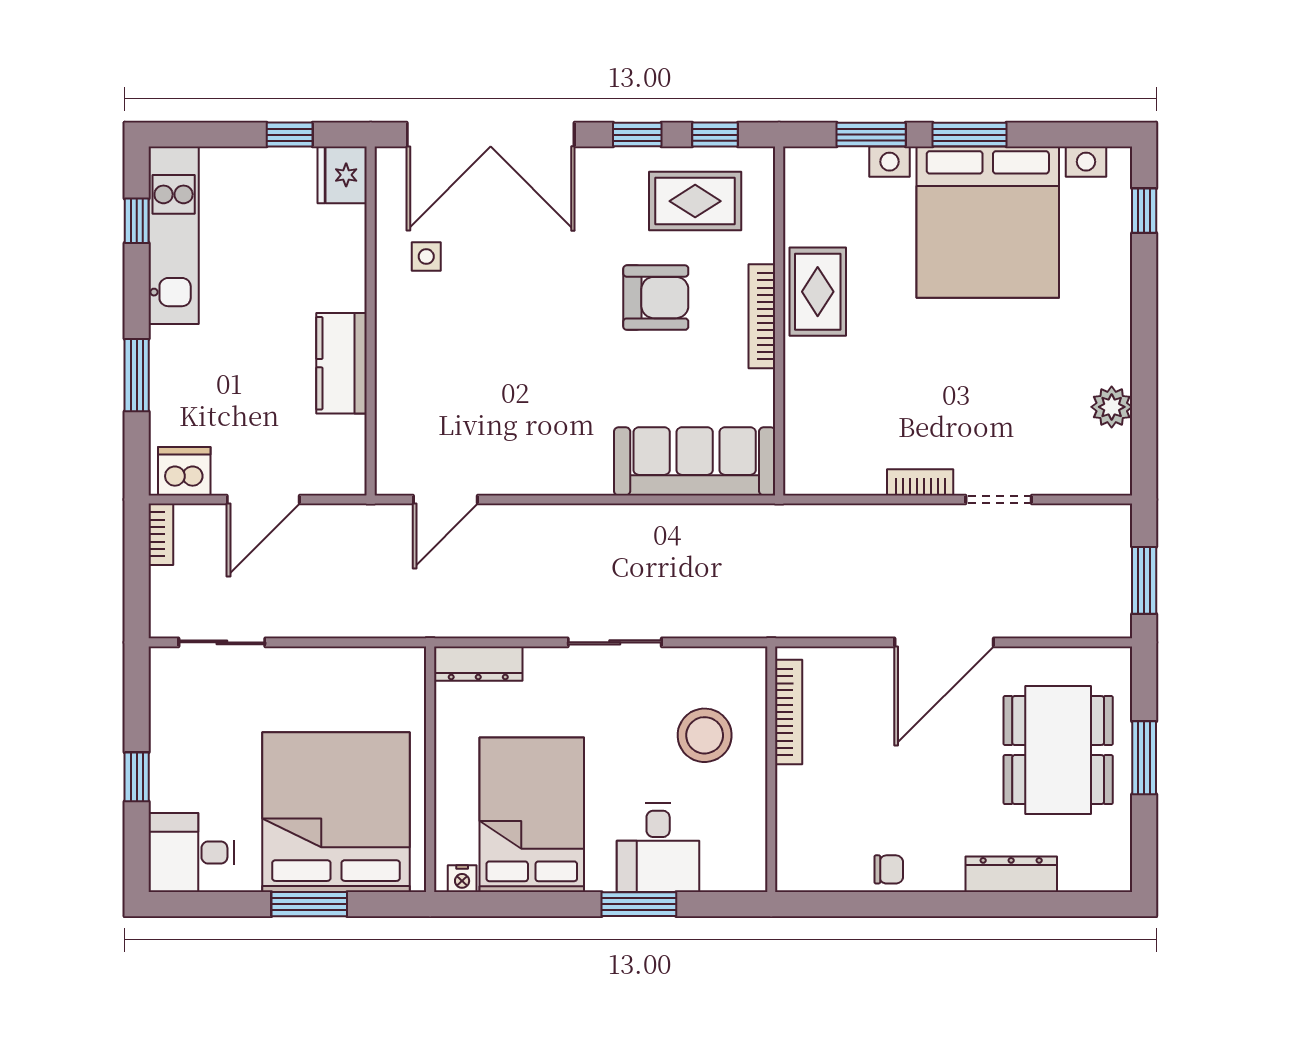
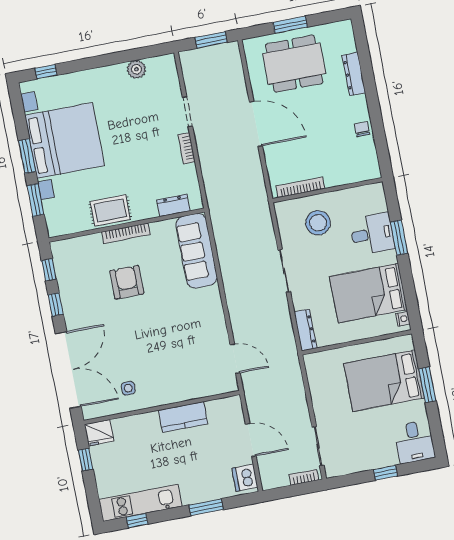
rug: (695, 201) -> (80, 273), removed
dresser: (802, 430) -> (173, 205), added
bookcase: (161, 534) -> (304, 477), moved
bed: (336, 812) -> (384, 381), width x0.73

